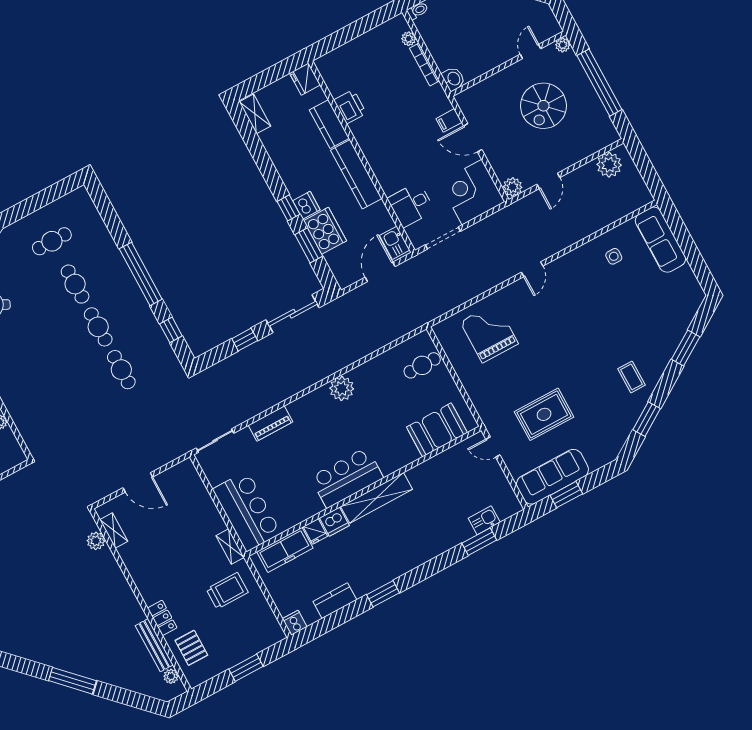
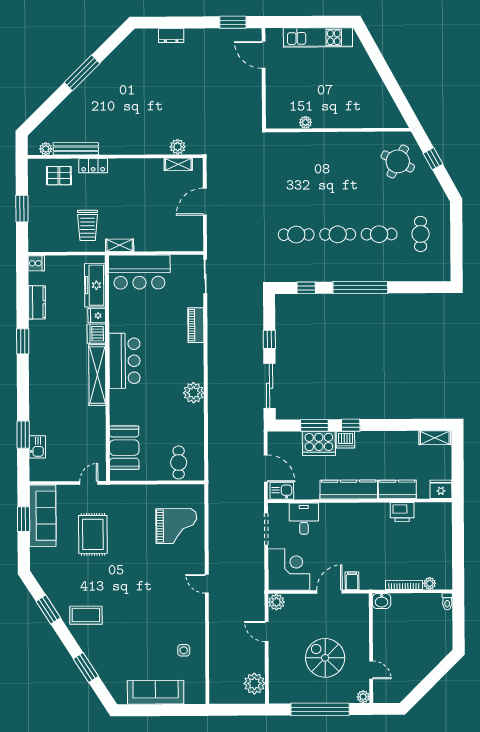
sofa: (660, 240) -> (156, 692), moved
coffee table: (631, 377) -> (86, 615), width x1.36, depth x1.30

